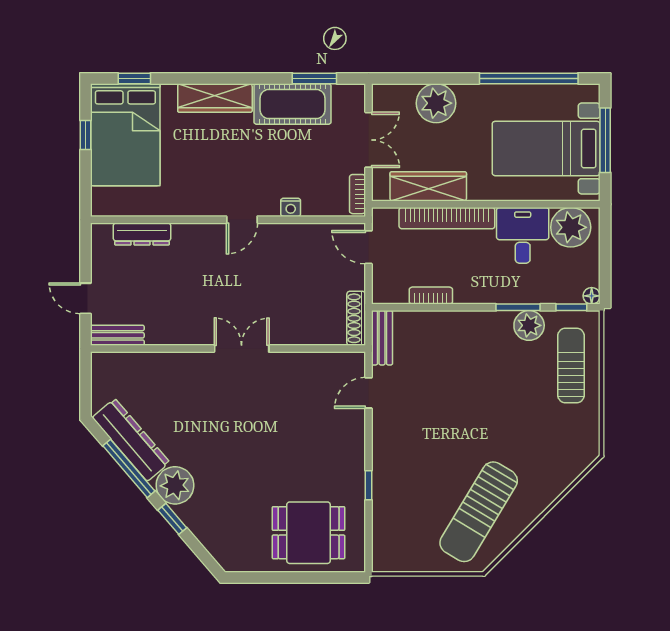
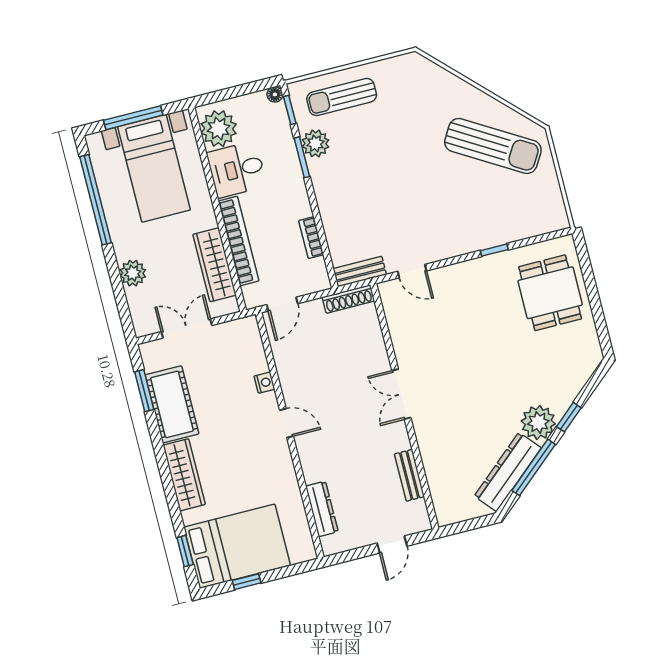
plant: (436, 103) -> (133, 273), width x0.73, depth x0.73
bookcase: (358, 194) -> (237, 326), removed
bench: (117, 335) -> (409, 475), moved

